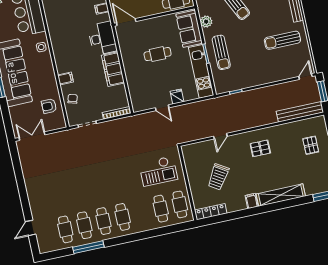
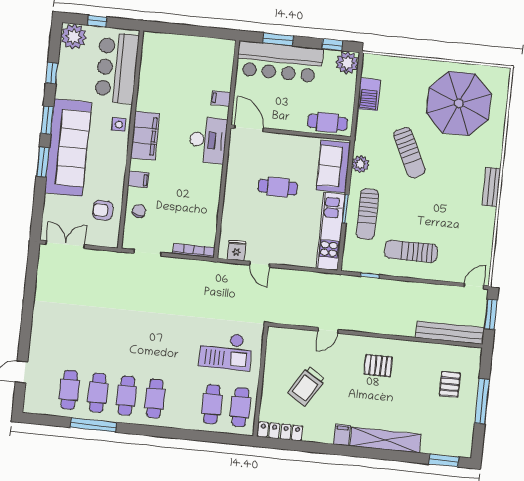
sun lounger: (282, 40) -> (411, 251), moved
filing cabinet: (113, 69) -> (145, 136), moved, turned 180
fridge: (177, 97) -> (236, 250), moved

